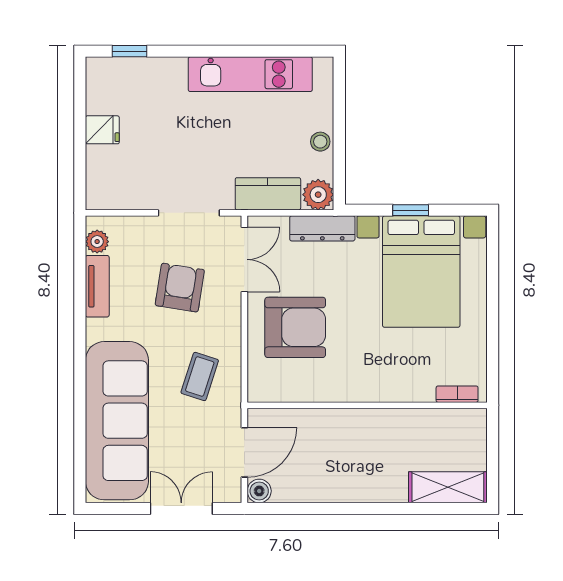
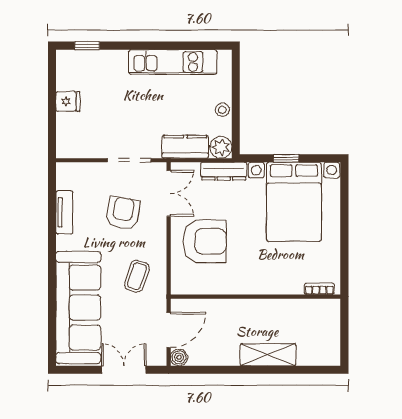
plant: (97, 242) -> (64, 181), removed
shelving: (448, 487) -> (268, 355), moved

